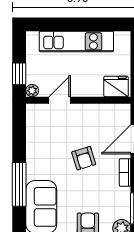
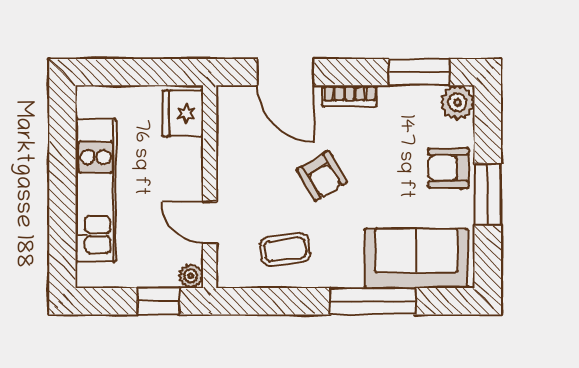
coffee table: (46, 139) -> (285, 249), added
armchair: (84, 158) -> (322, 176), turned 76

